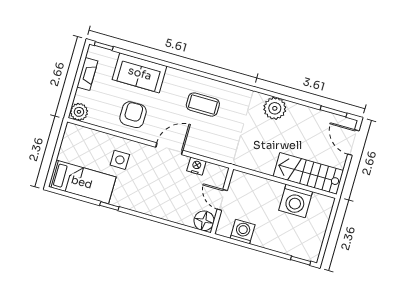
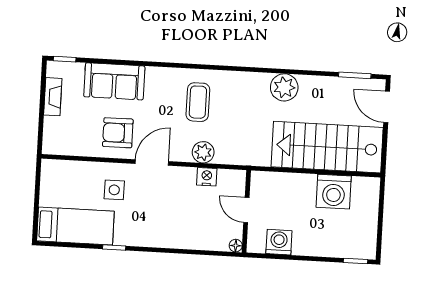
coffee table: (203, 105) -> (198, 102), turned 90
plant: (79, 112) -> (203, 152), moved
armchair: (133, 115) -> (118, 133), turned -90
door: (169, 149) -> (152, 162), moved
stairs: (308, 173) -> (327, 147), width x1.36, depth x1.51
floor lamp: (204, 221) -> (236, 246), width x0.53, depth x0.53

